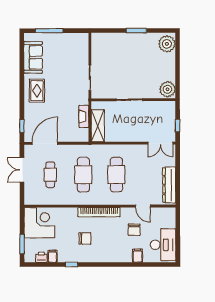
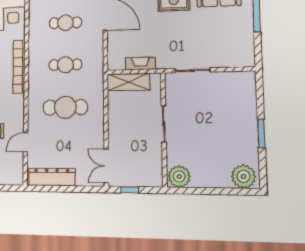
cafe table: (83, 175) -> (65, 65), width x0.73, depth x0.74
bookcase: (99, 212) -> (19, 67), moved

